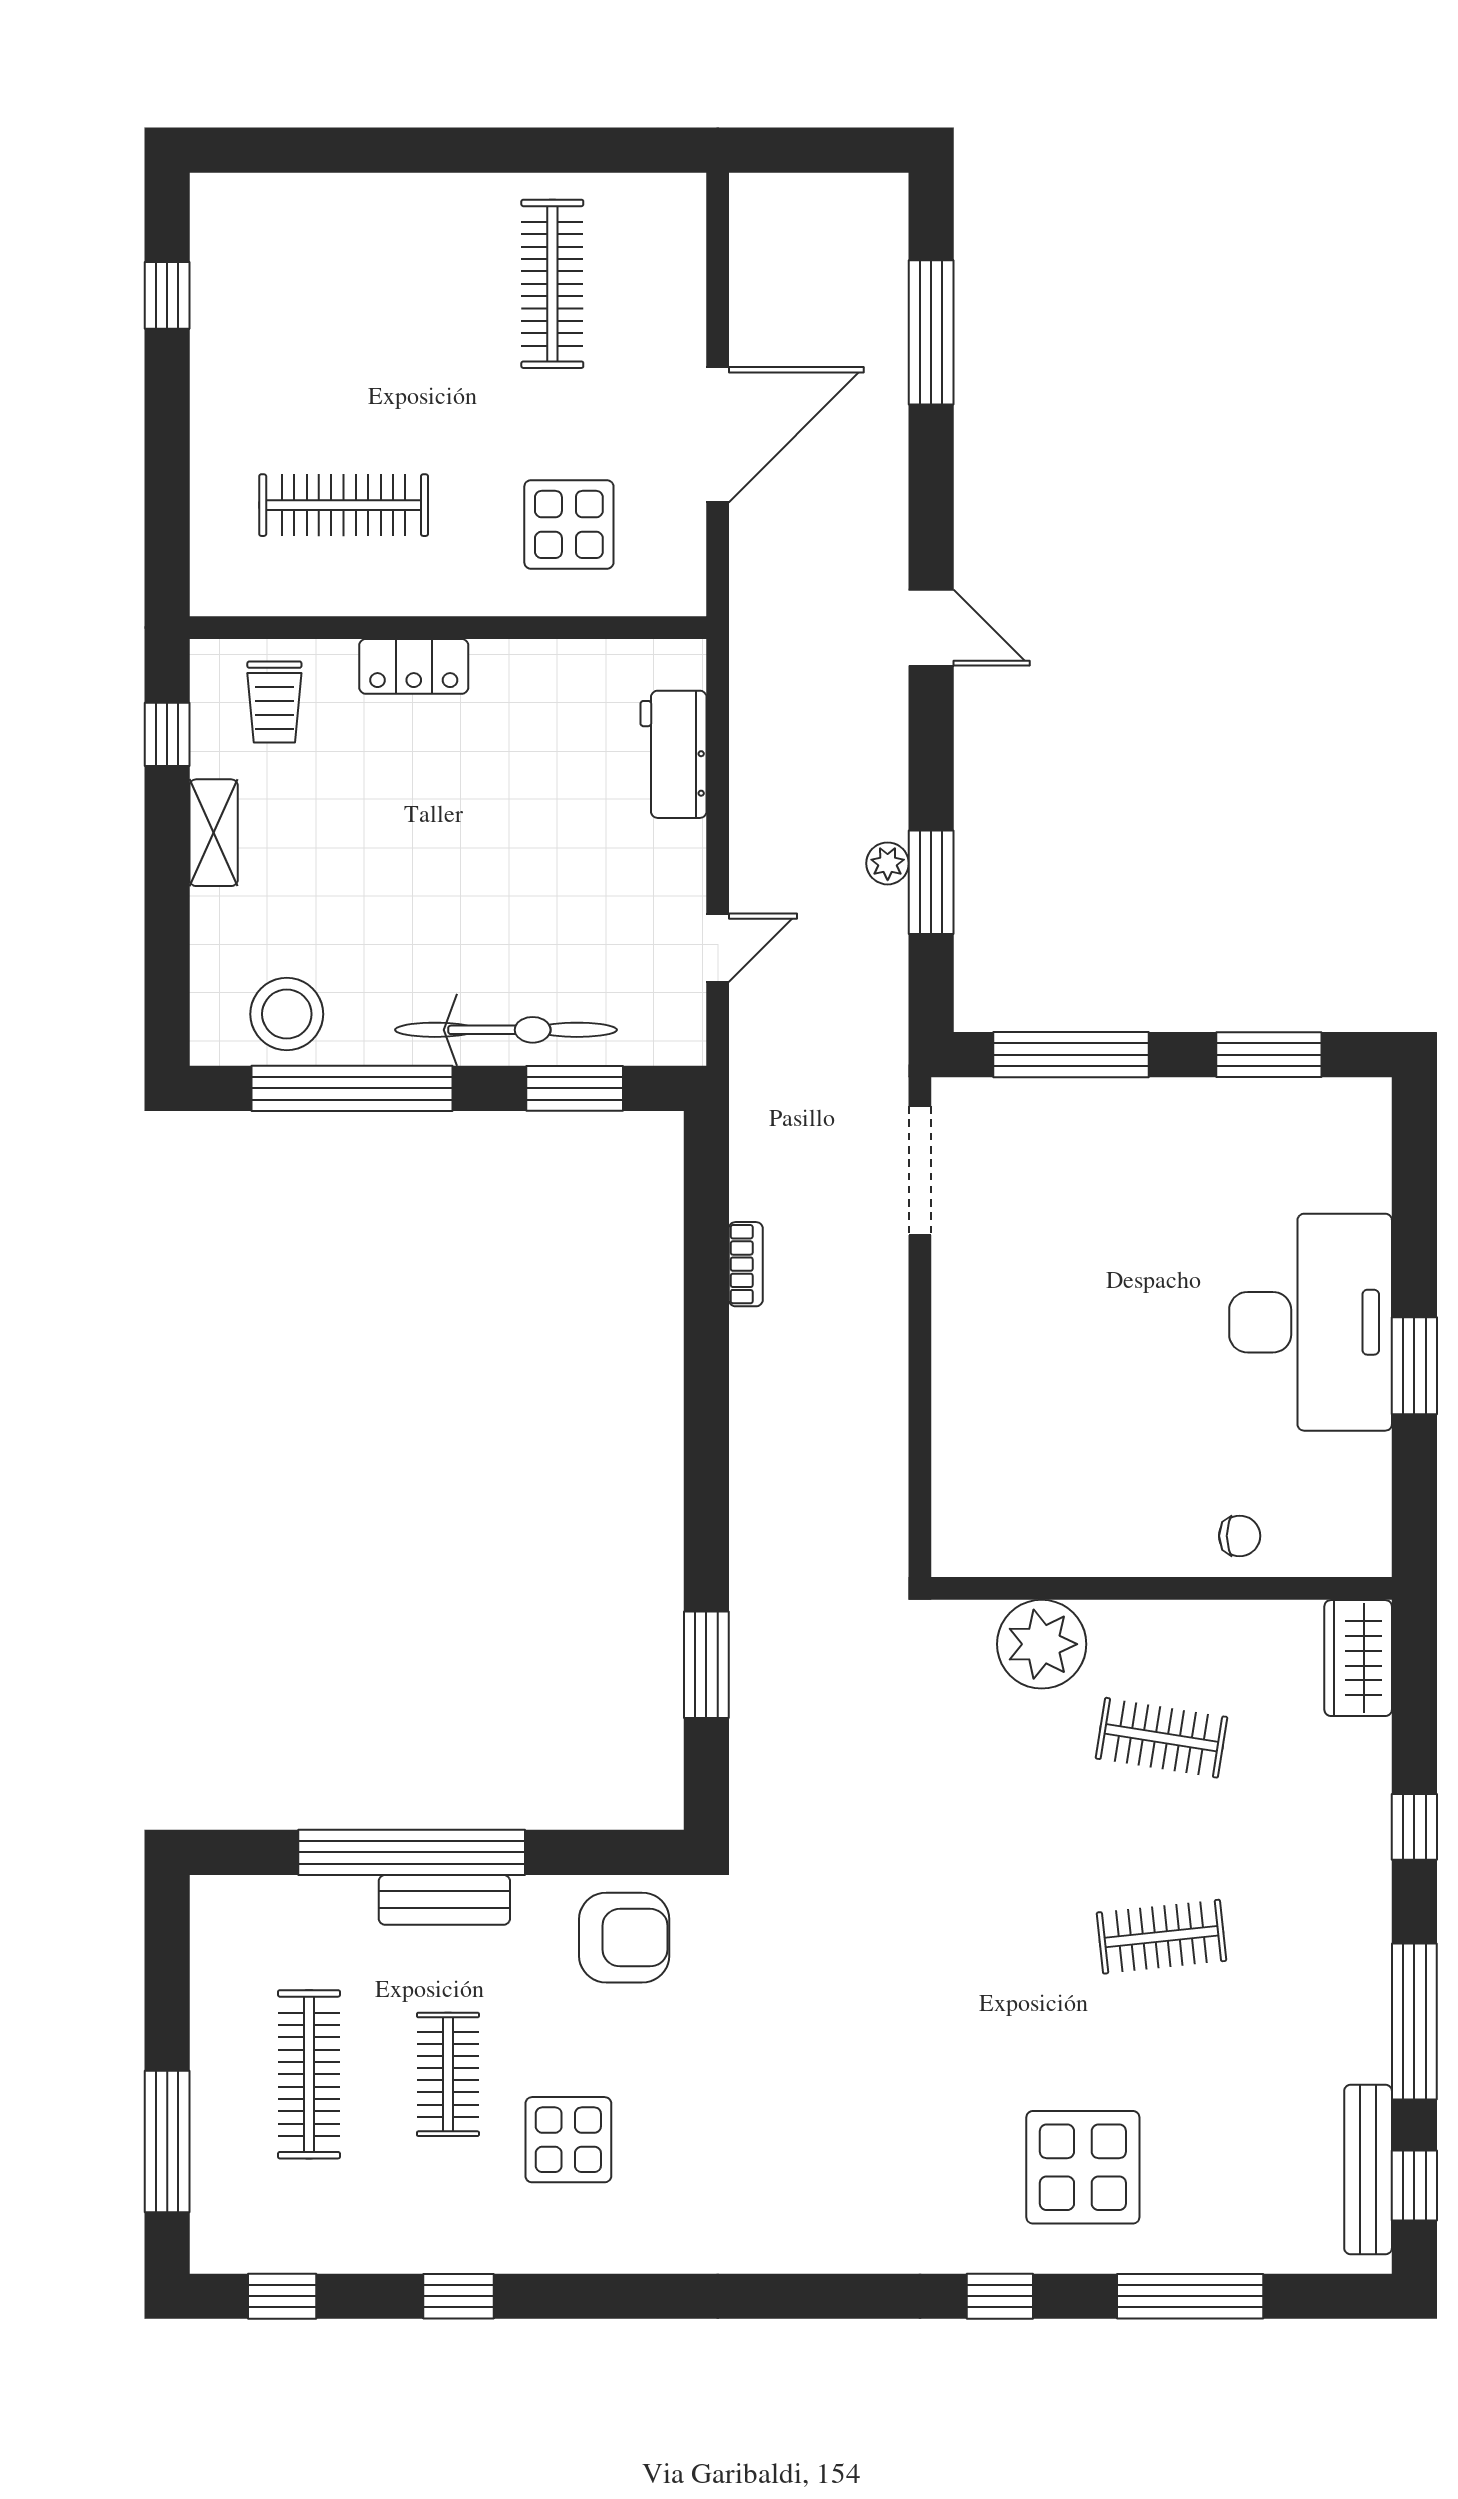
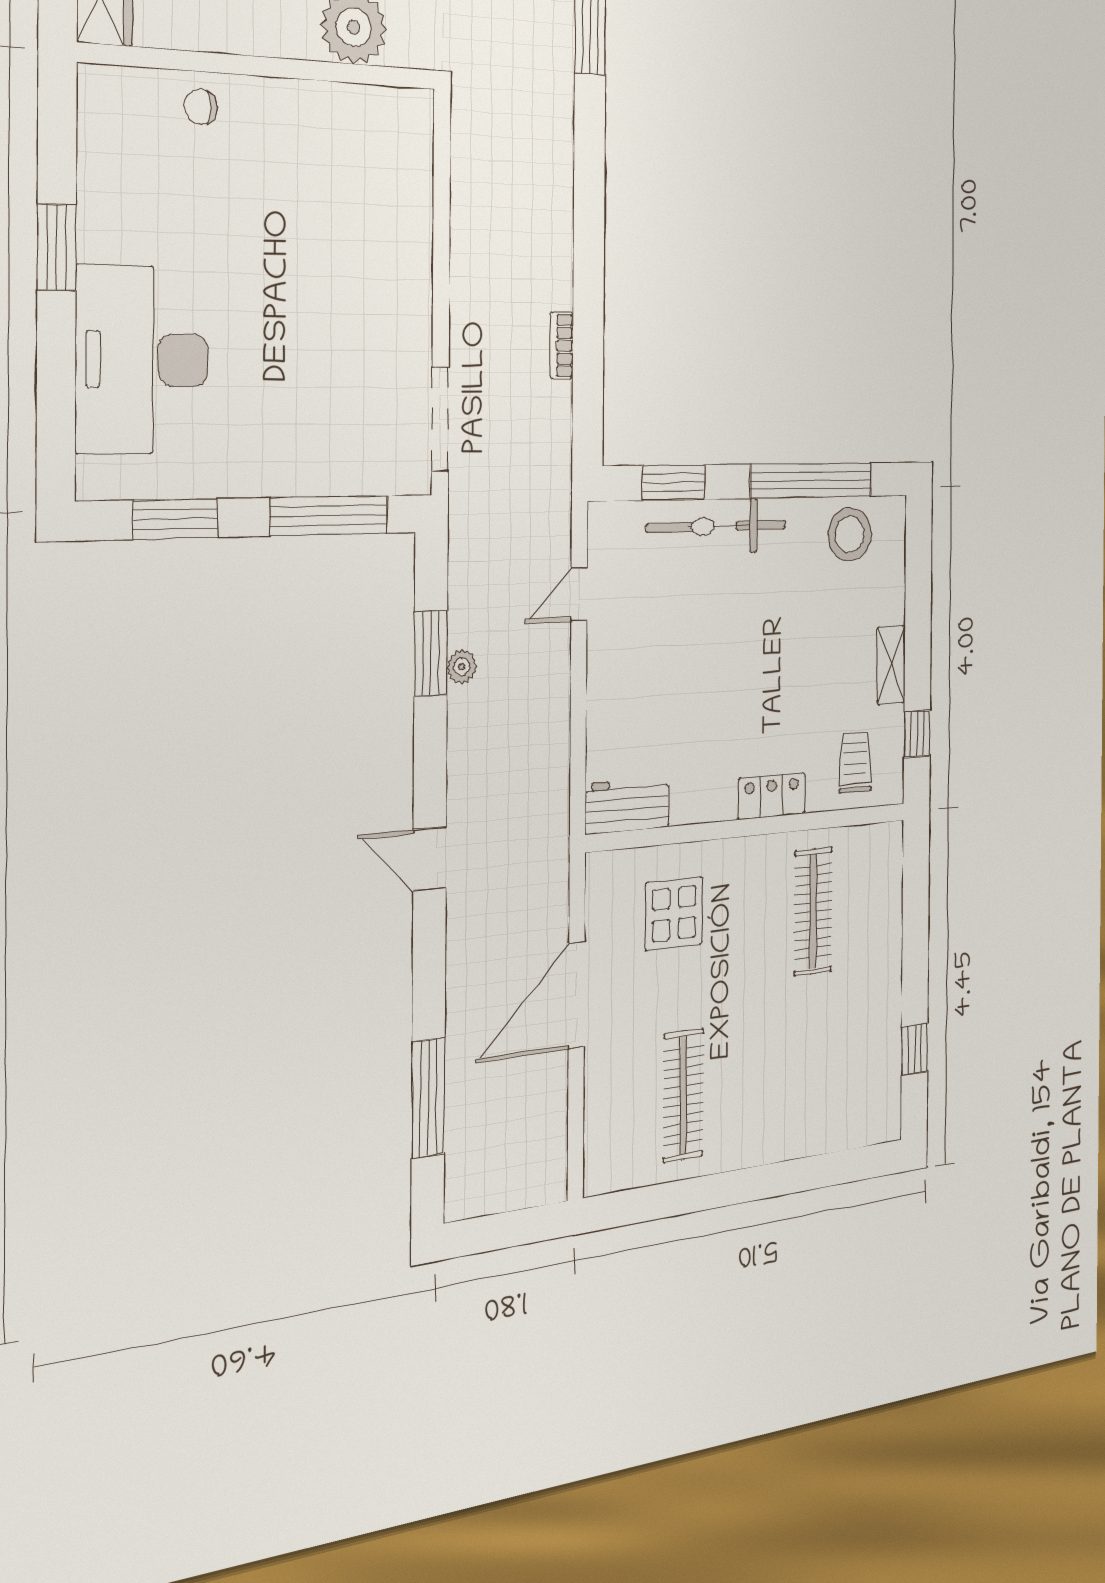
clothes rail: (344, 505) -> (813, 911), turned 90
workbench: (673, 754) -> (627, 805), moved, turned -90
desk: (1311, 1322) -> (142, 360), moved

